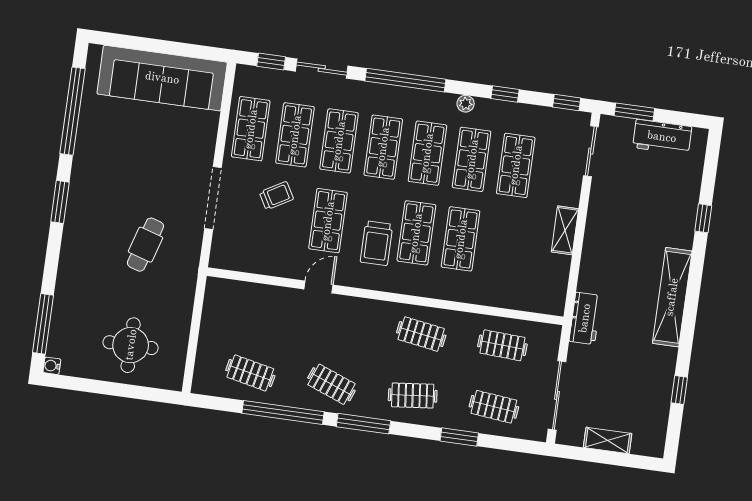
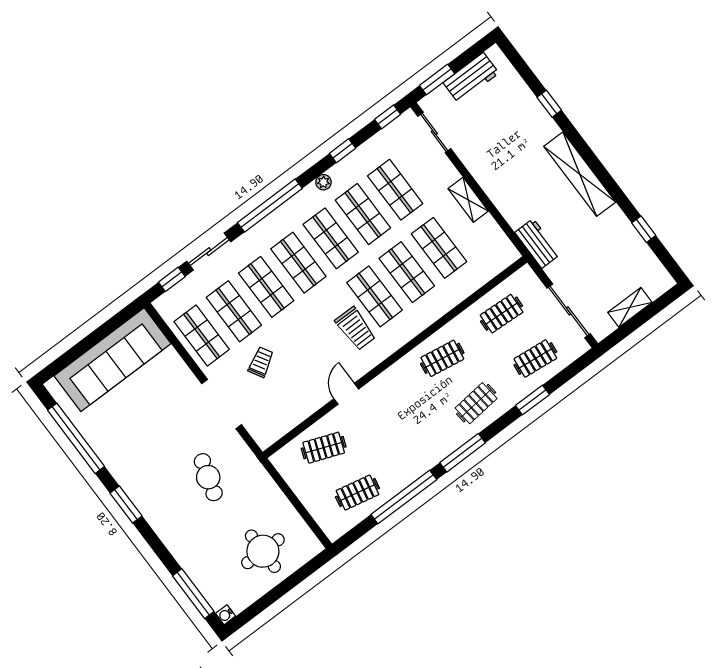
shop shelf: (328, 221) -> (439, 248), moved
clothes rail: (331, 384) -> (324, 448), moved

